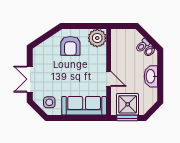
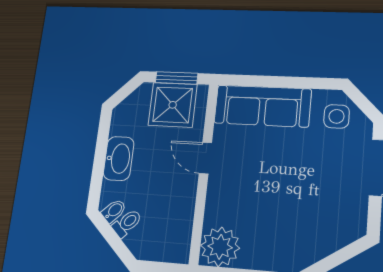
armchair: (70, 46) -> (280, 234), removed

